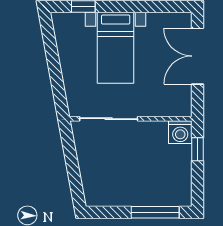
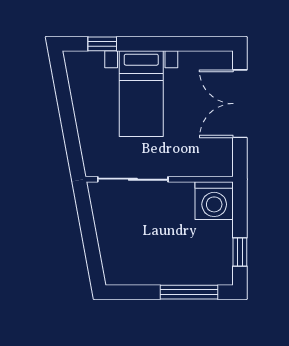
washing machine: (180, 132) -> (214, 201), width x1.37, depth x1.37
window: (197, 149) -> (240, 252), moved

